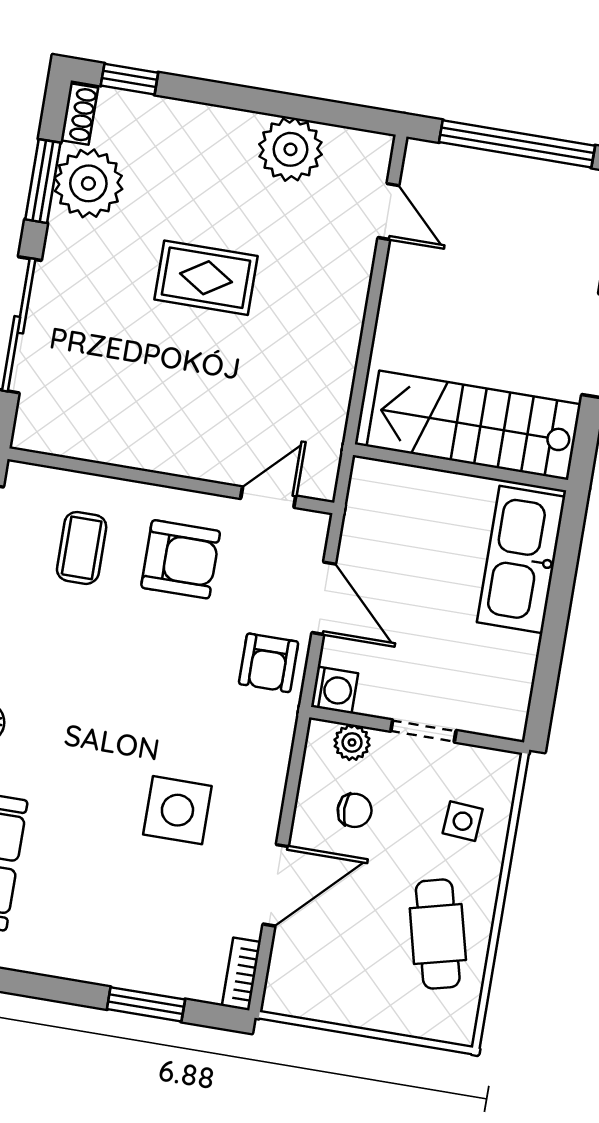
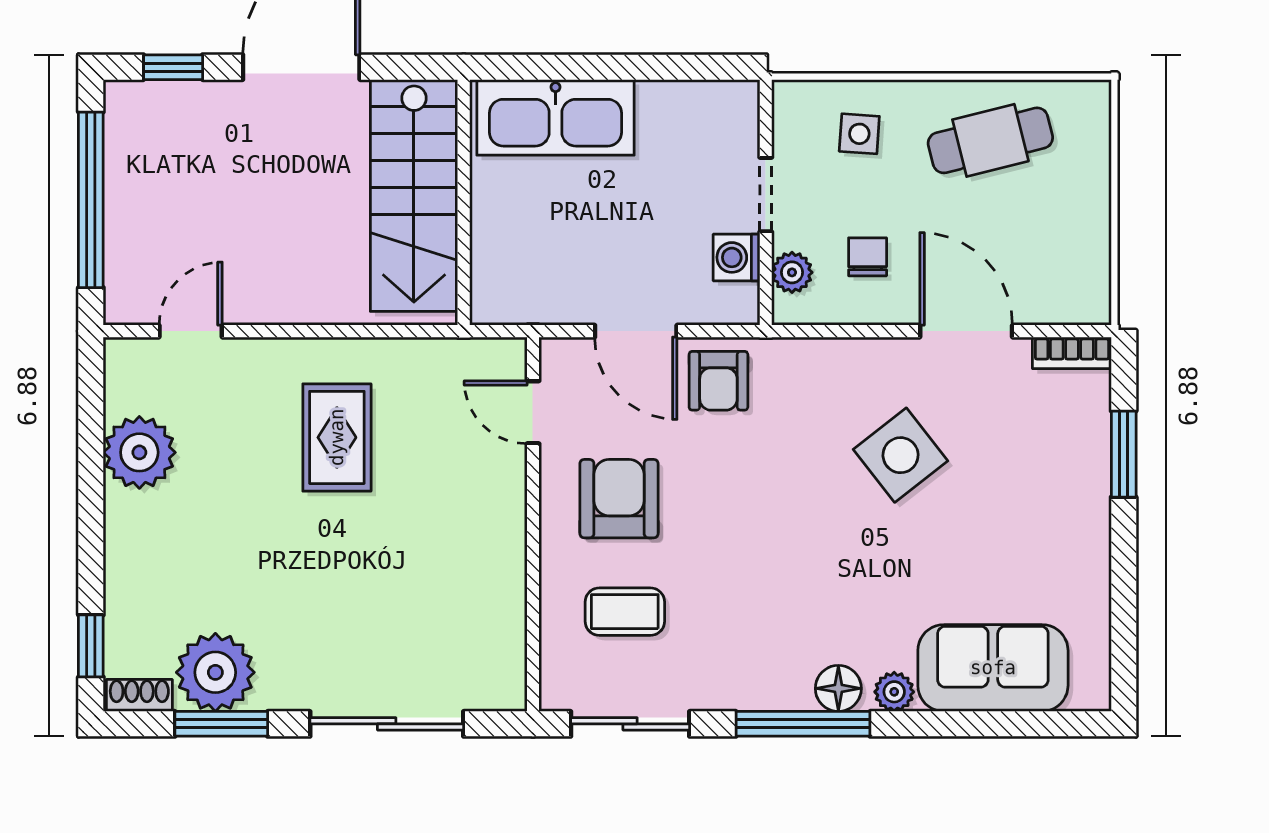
rug: (206, 278) -> (337, 437), moved
door: (324, 598) -> (636, 331), swing flipped
armchair: (269, 663) -> (718, 381), turned 90
washing machine: (334, 690) -> (736, 257), moved, turned -90
side table: (177, 810) -> (901, 455), turned -38

